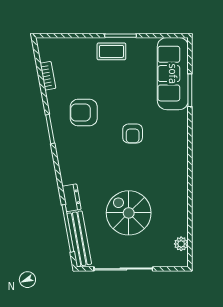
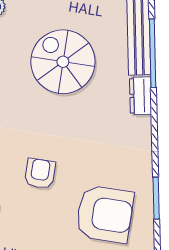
armchair: (84, 113) -> (105, 214), width x1.36, depth x1.36
spiral stairs: (129, 213) -> (63, 62), turned 180

